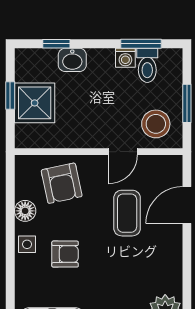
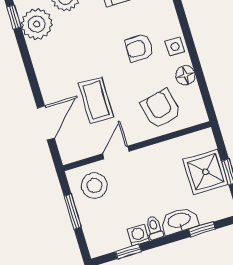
window: (141, 44) -> (128, 251), width x0.67
washbasin: (72, 60) -> (179, 221), width x1.38
toilet: (147, 65) -> (154, 228), moved, width x0.73, depth x0.72

